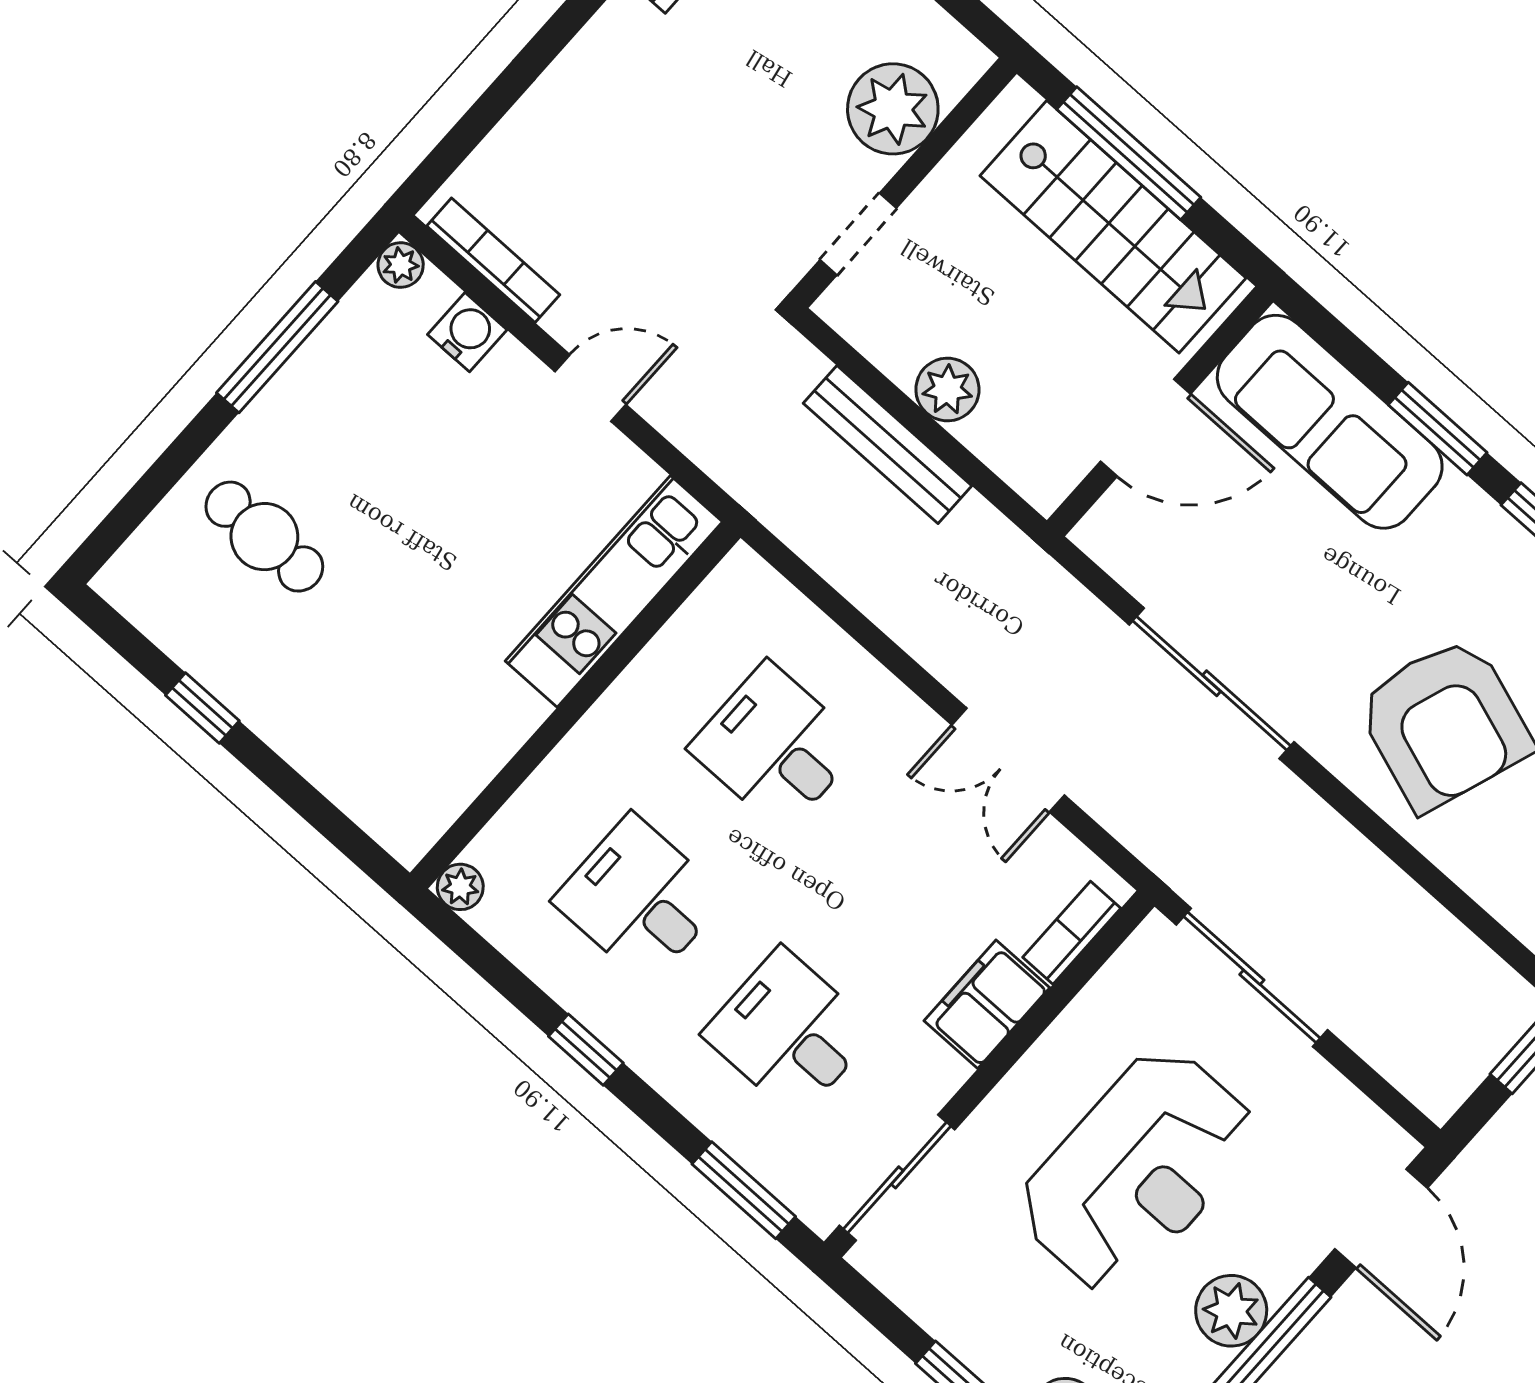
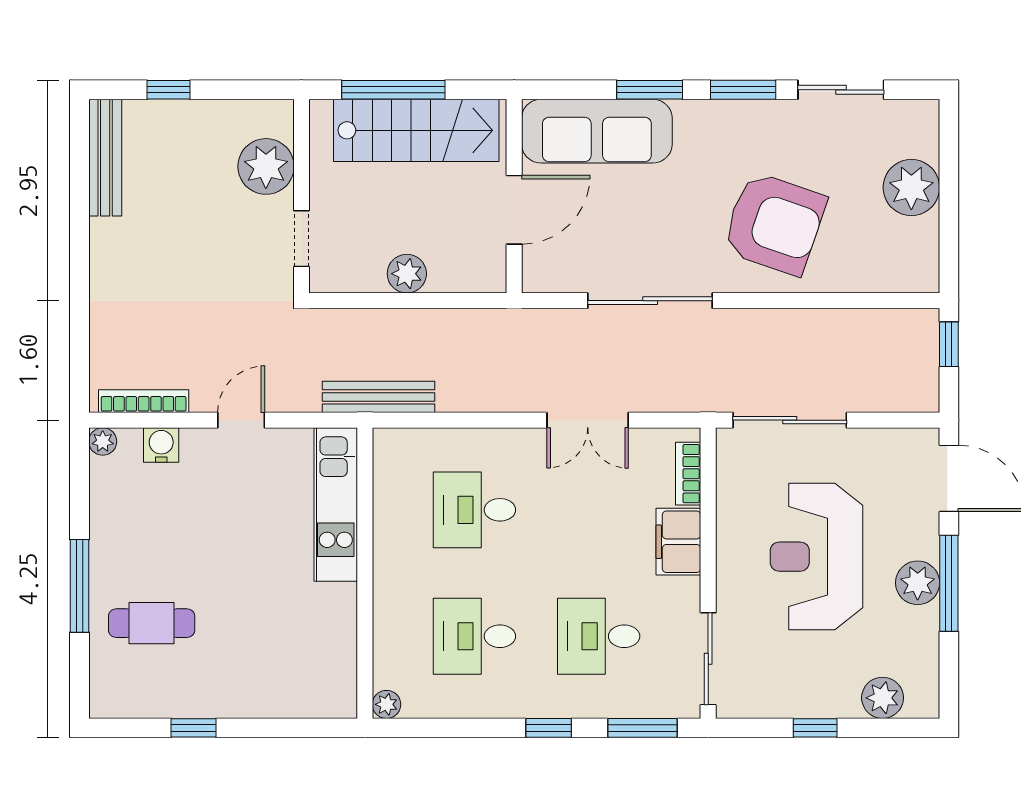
window: (277, 347) -> (79, 586), moved
bench: (888, 444) -> (378, 397), moved
window: (586, 1050) -> (549, 728), moved
reception desk: (1137, 1171) -> (817, 557), turned 180

